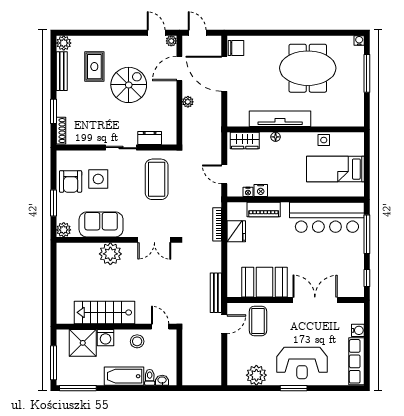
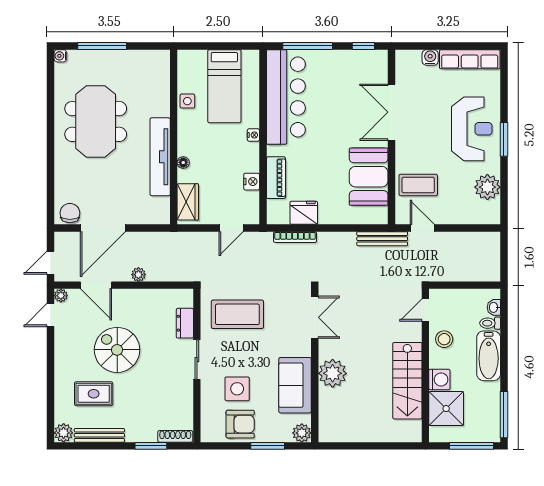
nightstand: (248, 192) -> (253, 135), moved

